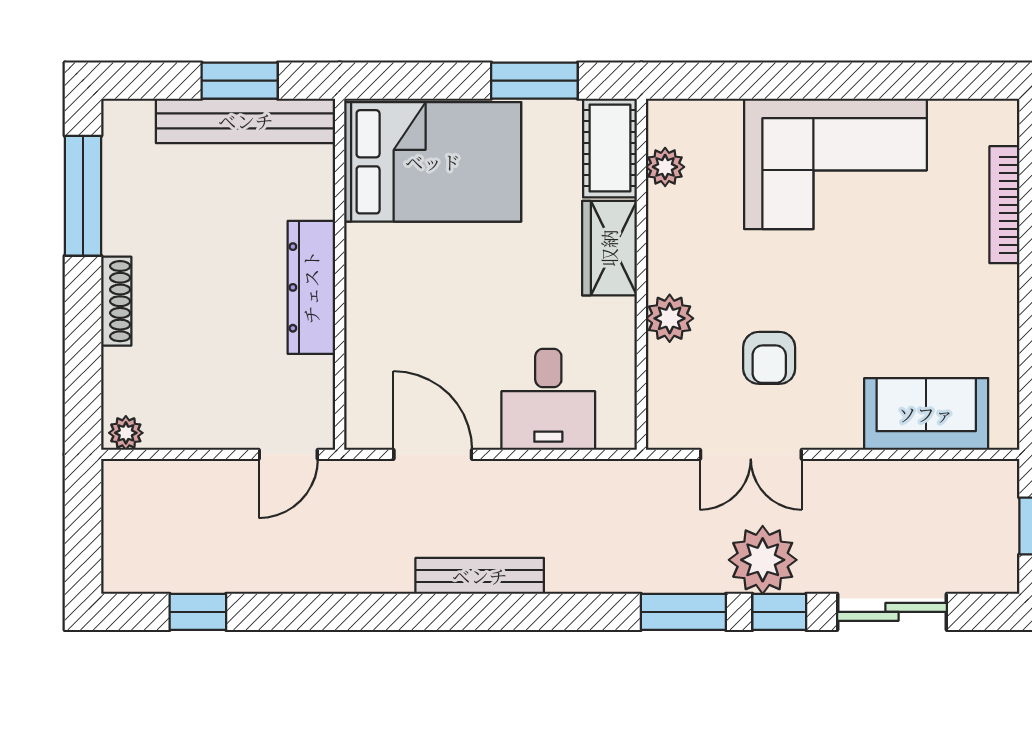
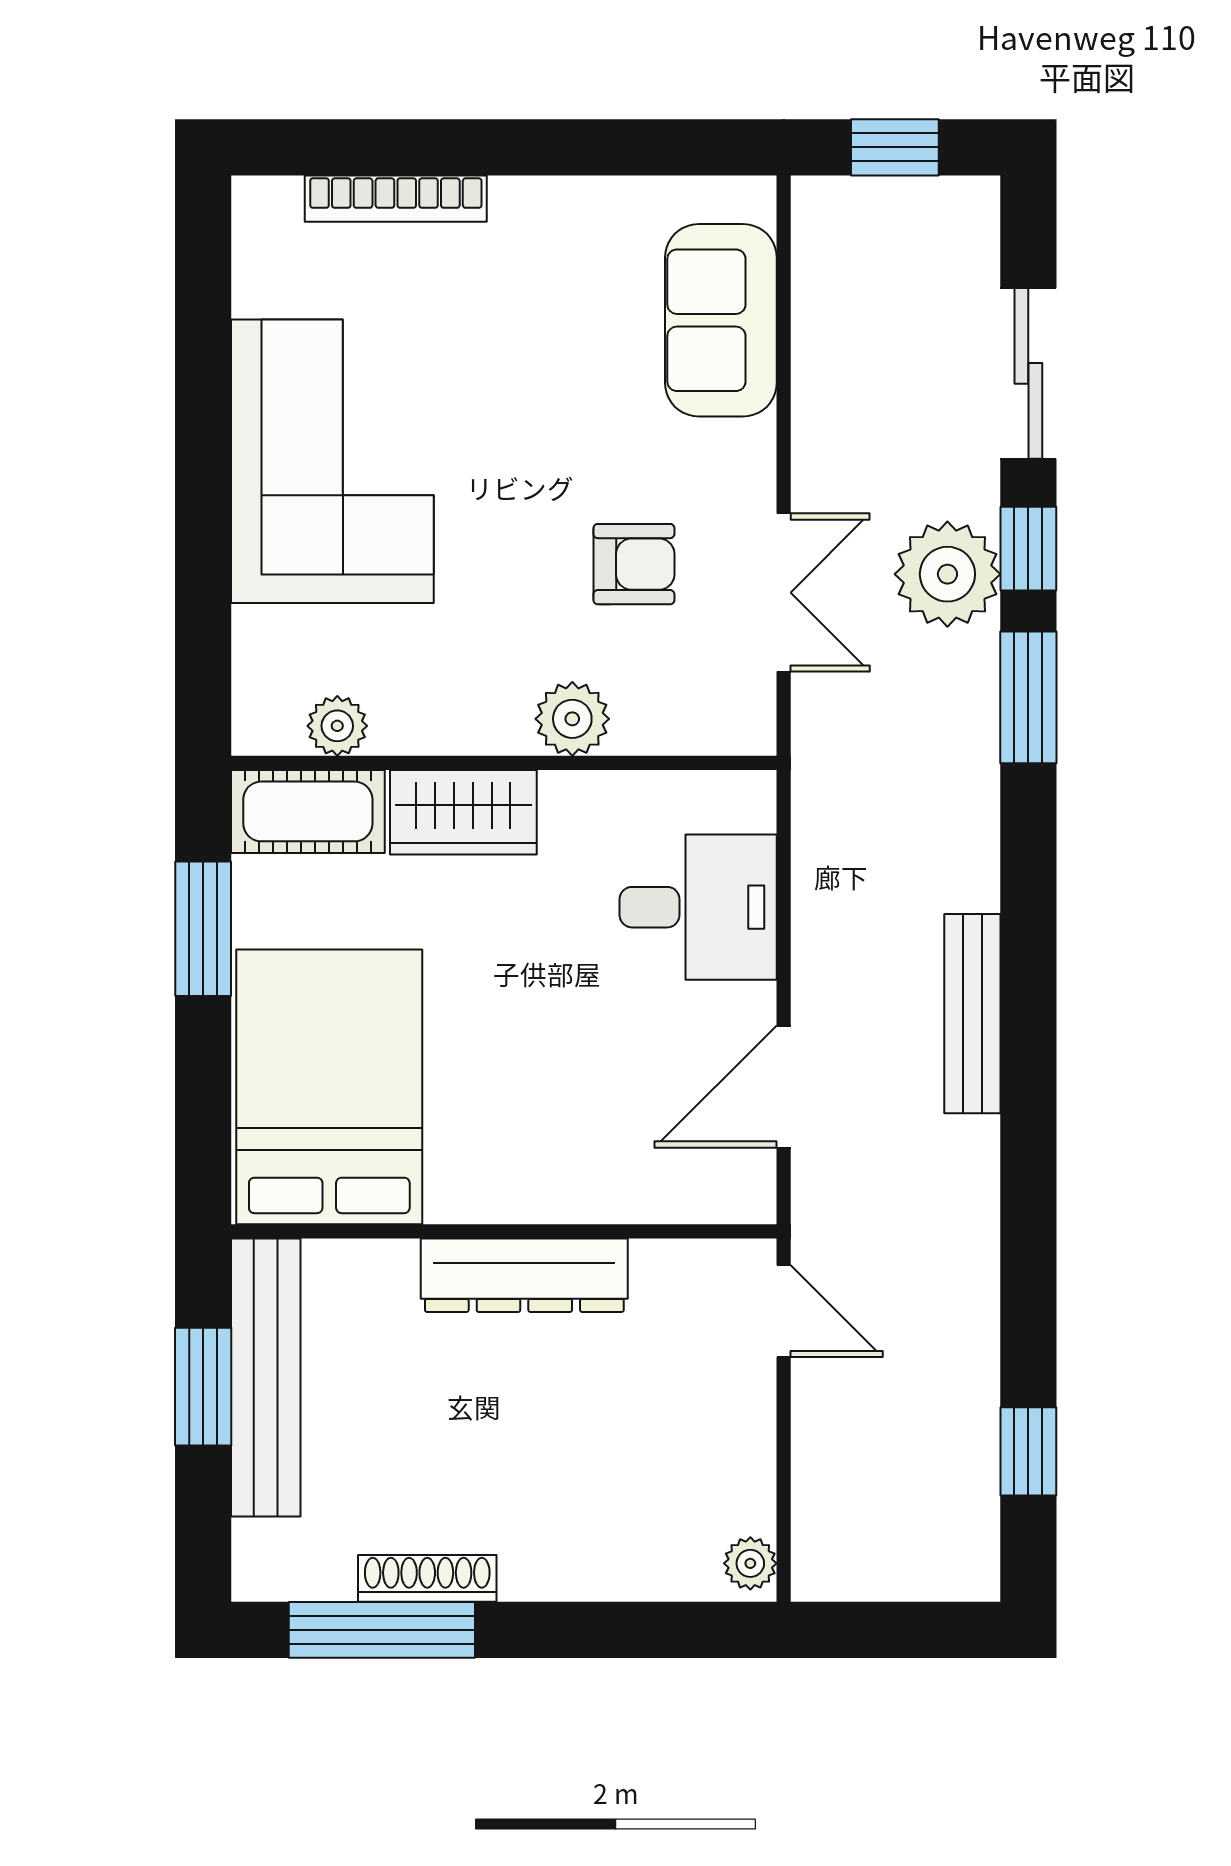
shoe rack: (116, 301) -> (427, 1578), moved

